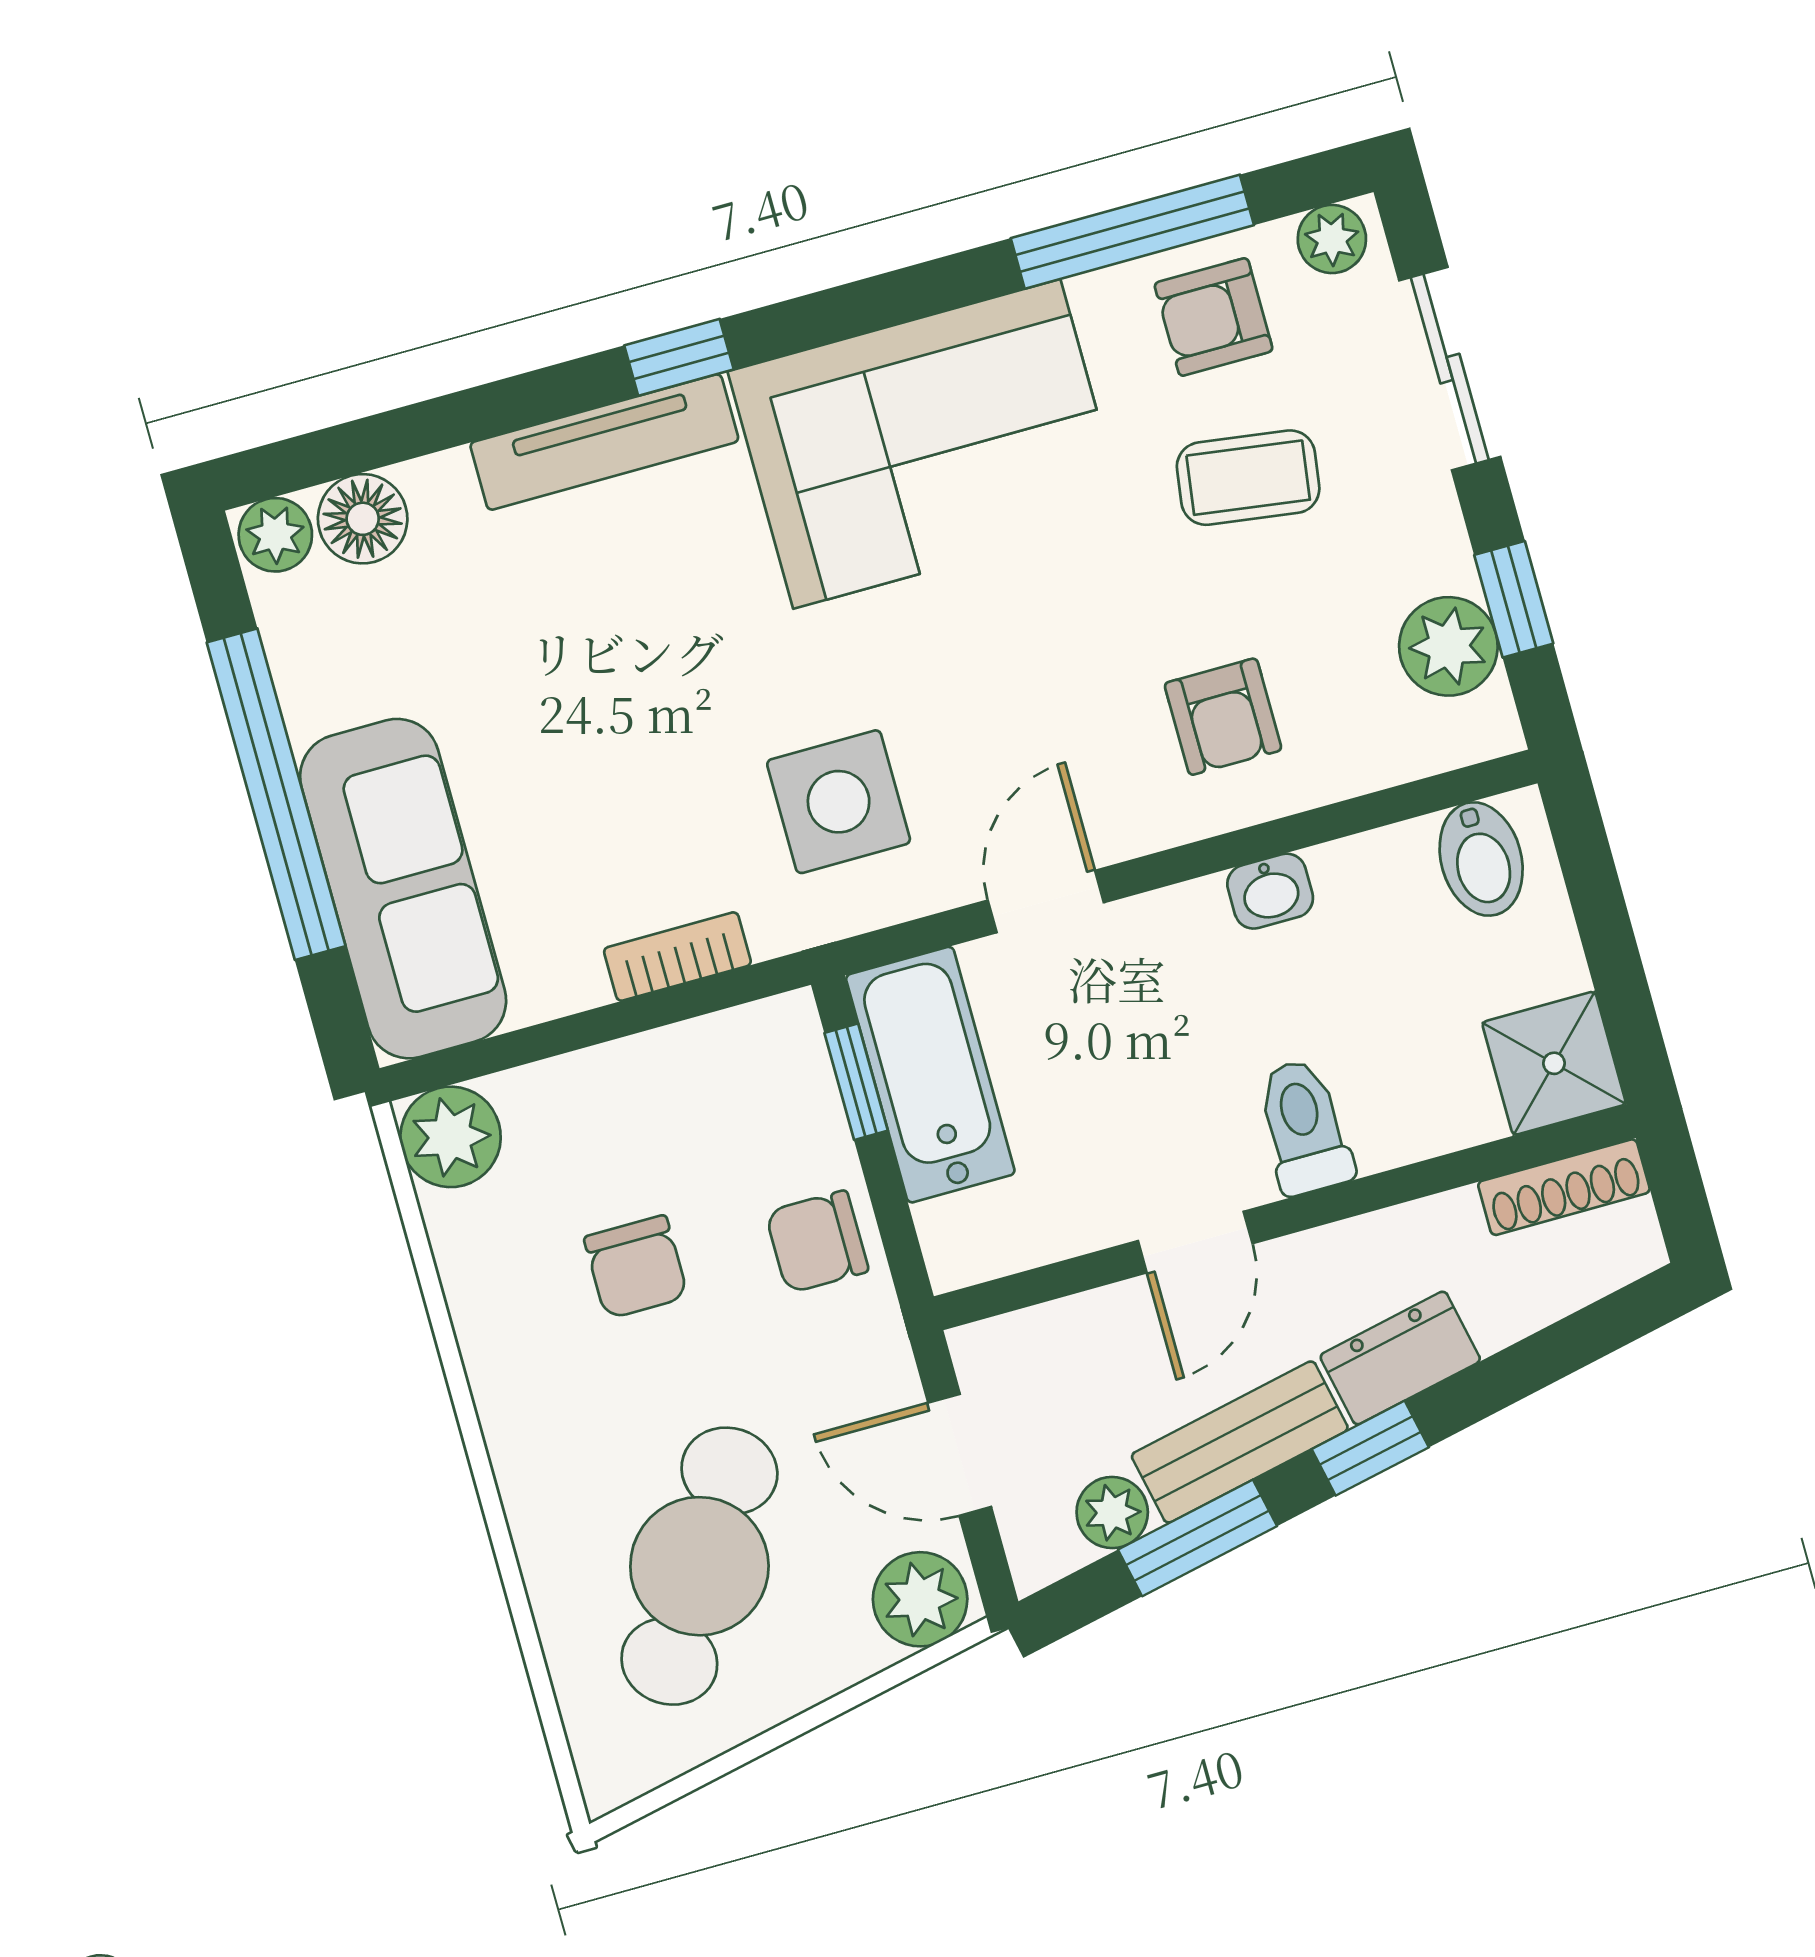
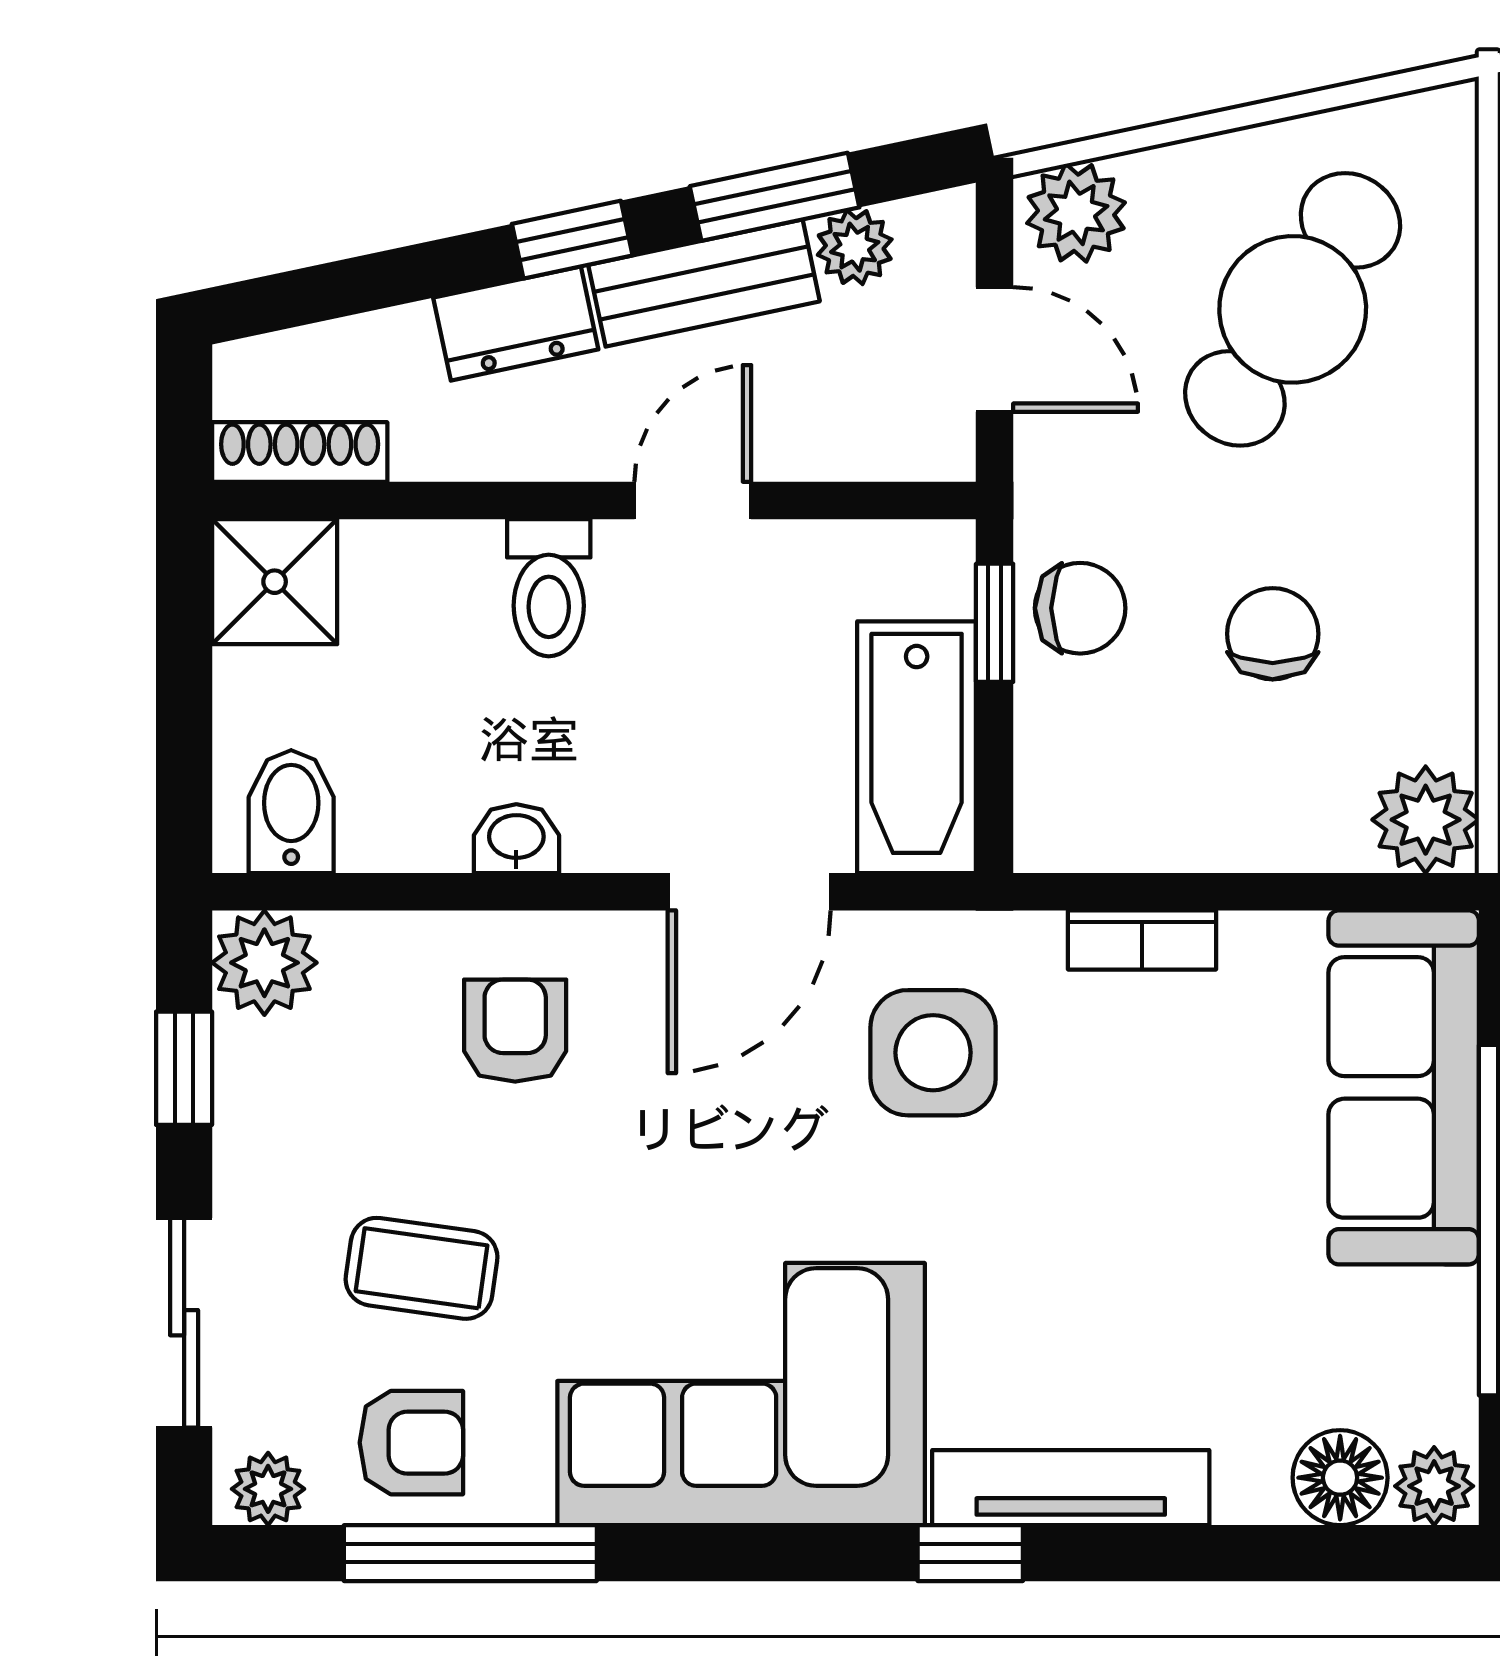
plant: (1448, 646) -> (264, 963), moved
door: (1046, 901) -> (749, 892), width x1.38
window: (856, 1082) -> (995, 623), moved

